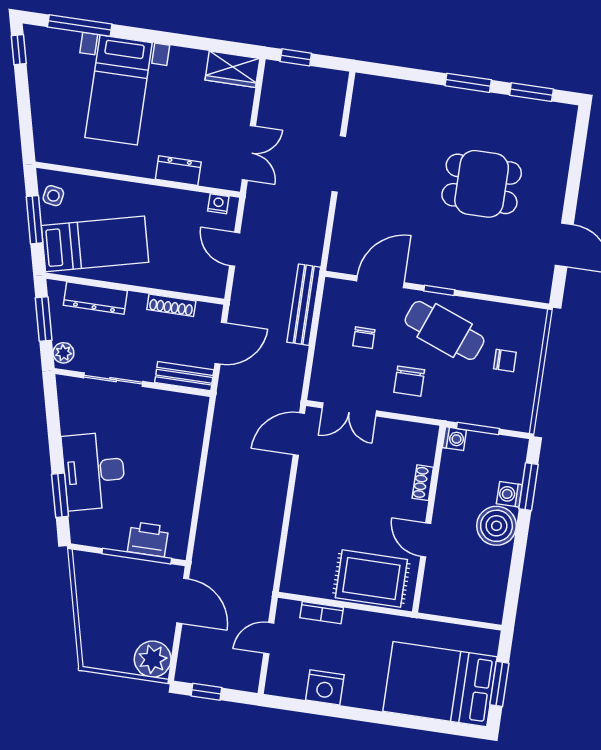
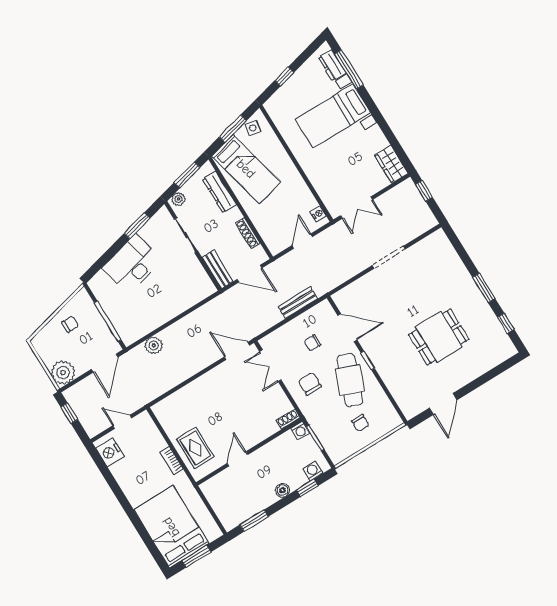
window: (19, 50) -> (284, 76), moved
window: (531, 92) -> (506, 323), width x0.67
dresser: (178, 171) -> (332, 65), moved, turned 180
dining table: (482, 184) -> (439, 337), turned 90
bench: (304, 305) -> (298, 303), width x0.73
chair: (409, 381) -> (310, 384), turned 90
shoe rack: (423, 483) -> (288, 419), moved
window: (528, 487) -> (307, 488), width x0.67
washing machine: (509, 494) -> (313, 471), moved
window: (60, 495) -> (137, 226), moved
plant: (210, 526) -> (154, 345), added
boiler: (496, 526) -> (282, 490), width x0.54, depth x0.54
printer: (148, 539) -> (121, 320), removed
rug: (371, 579) -> (195, 448), width x0.73, depth x0.70
window: (515, 581) -> (254, 521), added
chair: (103, 603) -> (70, 324), added
bookcase: (322, 613) -> (172, 461), moved
nightstand: (325, 687) -> (110, 452), moved

